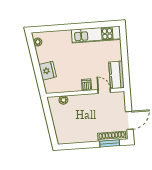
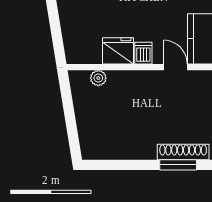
fridge: (48, 71) -> (118, 51), moved, turned -81

